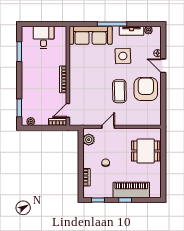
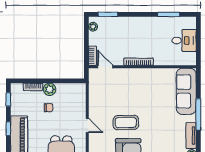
side table: (123, 56) -> (164, 126), removed
door: (108, 127) -> (87, 126), moved
plant: (89, 140) -> (50, 89), moved

